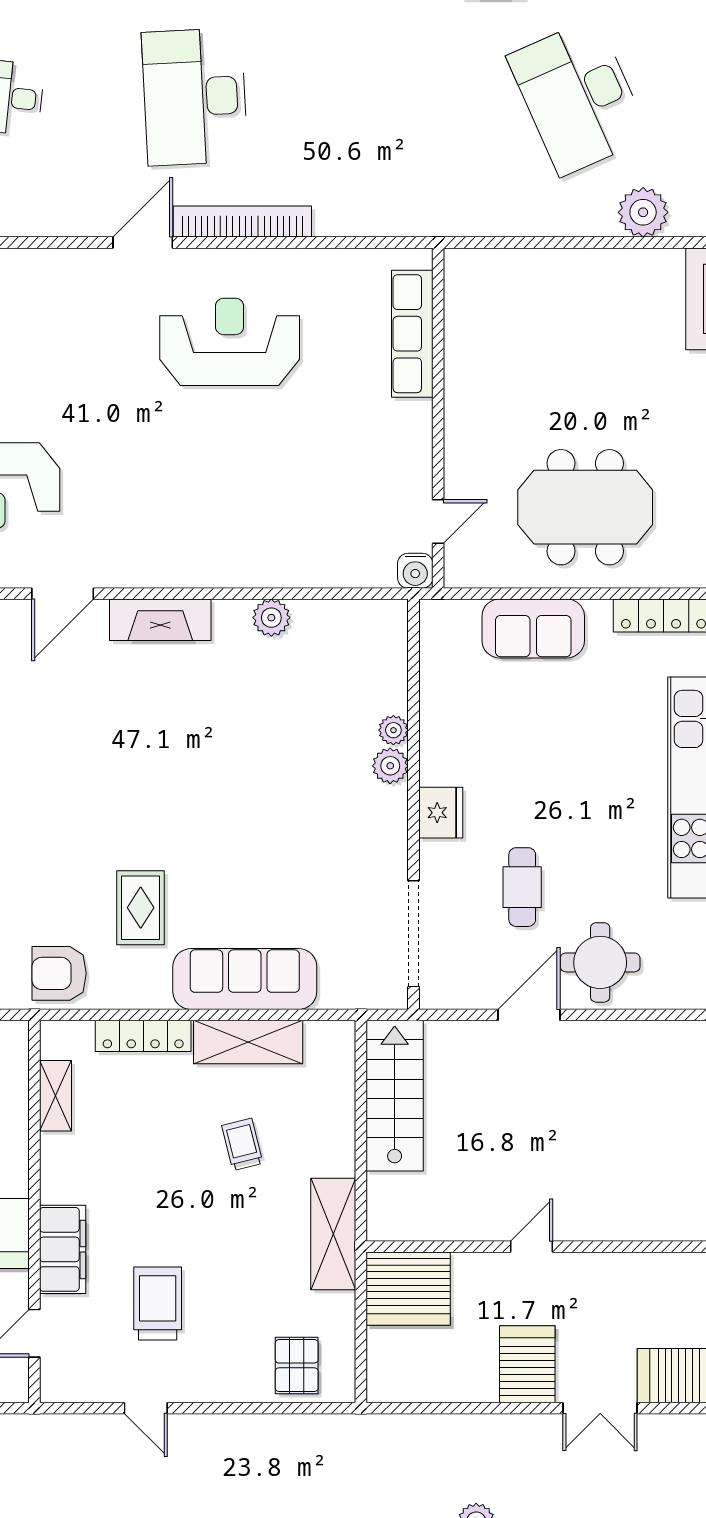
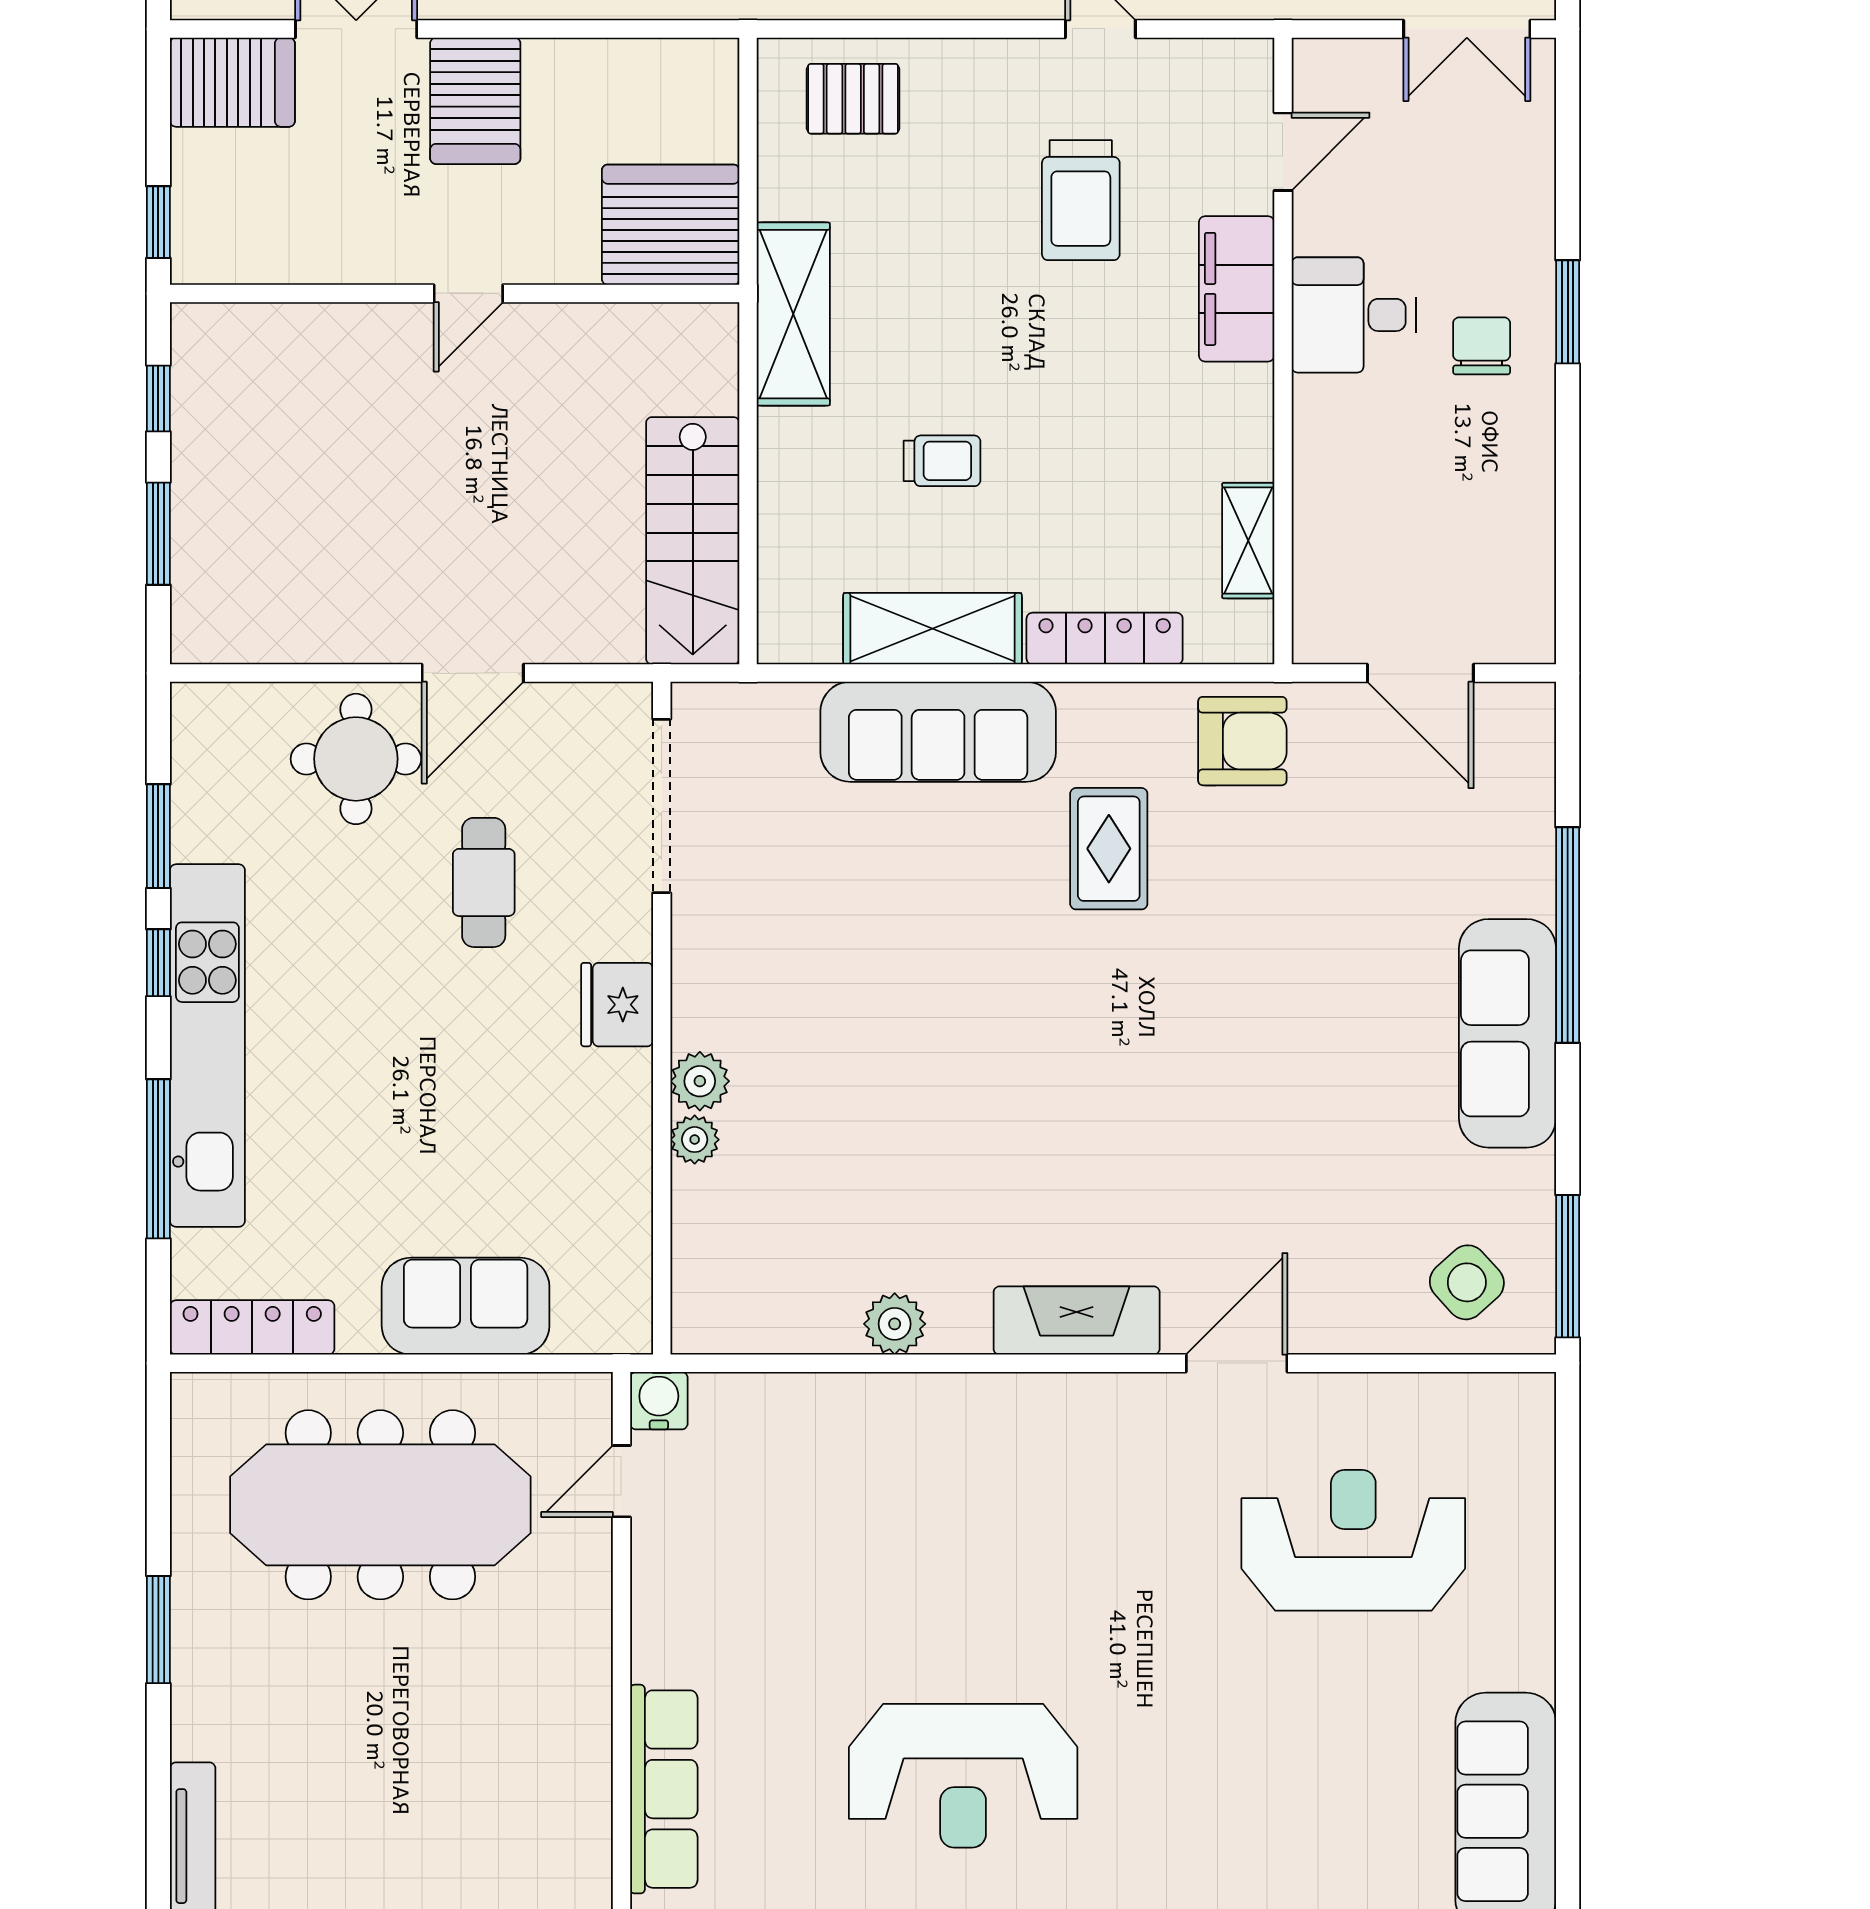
meeting table: (585, 507) -> (380, 1505), width x1.36
trolley: (242, 1144) -> (942, 461), turned -76
pallet: (297, 1365) -> (853, 99), turned 90

